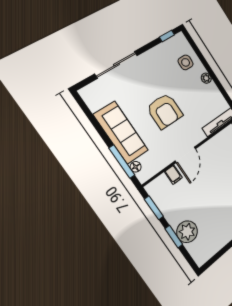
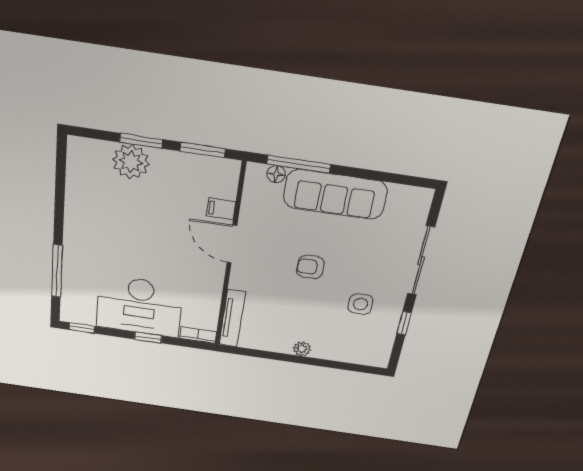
window: (167, 36) -> (404, 323), moved
side table: (186, 62) -> (360, 304), moved
armchair: (165, 111) -> (310, 267), width x0.53, depth x0.53

